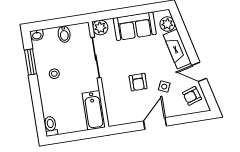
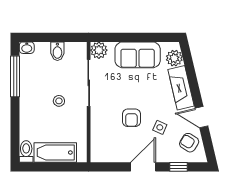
window: (31, 62) -> (15, 76), width x1.44
stool: (54, 74) -> (59, 101), moved
armchair: (192, 96) -> (189, 143), turned 50
bathtub: (94, 110) -> (55, 152), moved, turned 90
window: (186, 119) -> (179, 167), added

